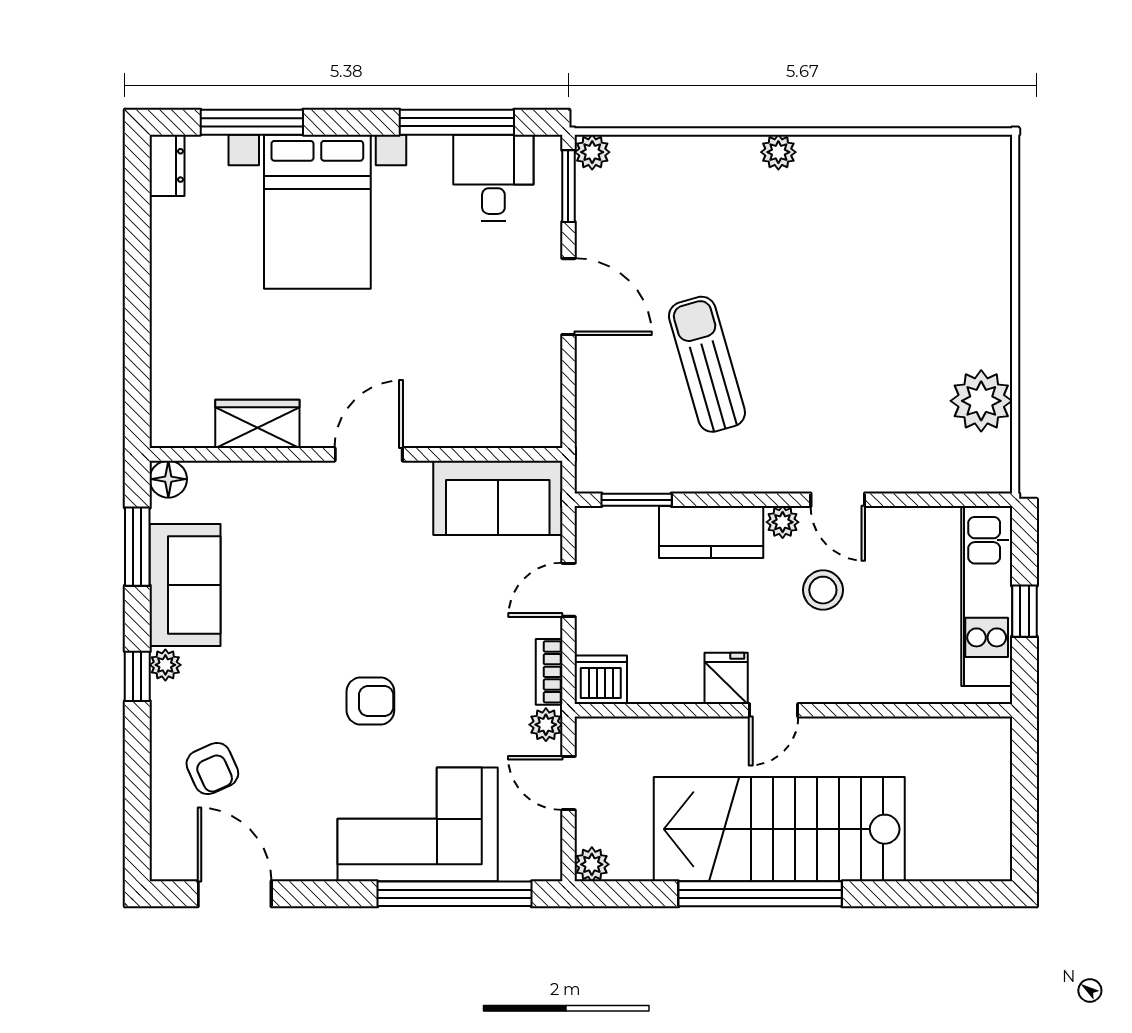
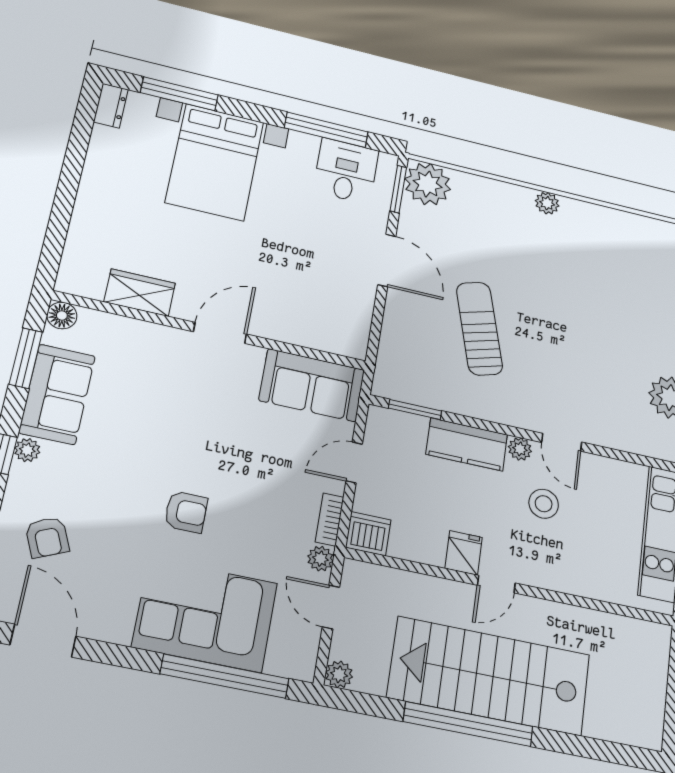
plant: (592, 152) -> (428, 184), width x1.87, depth x1.87

